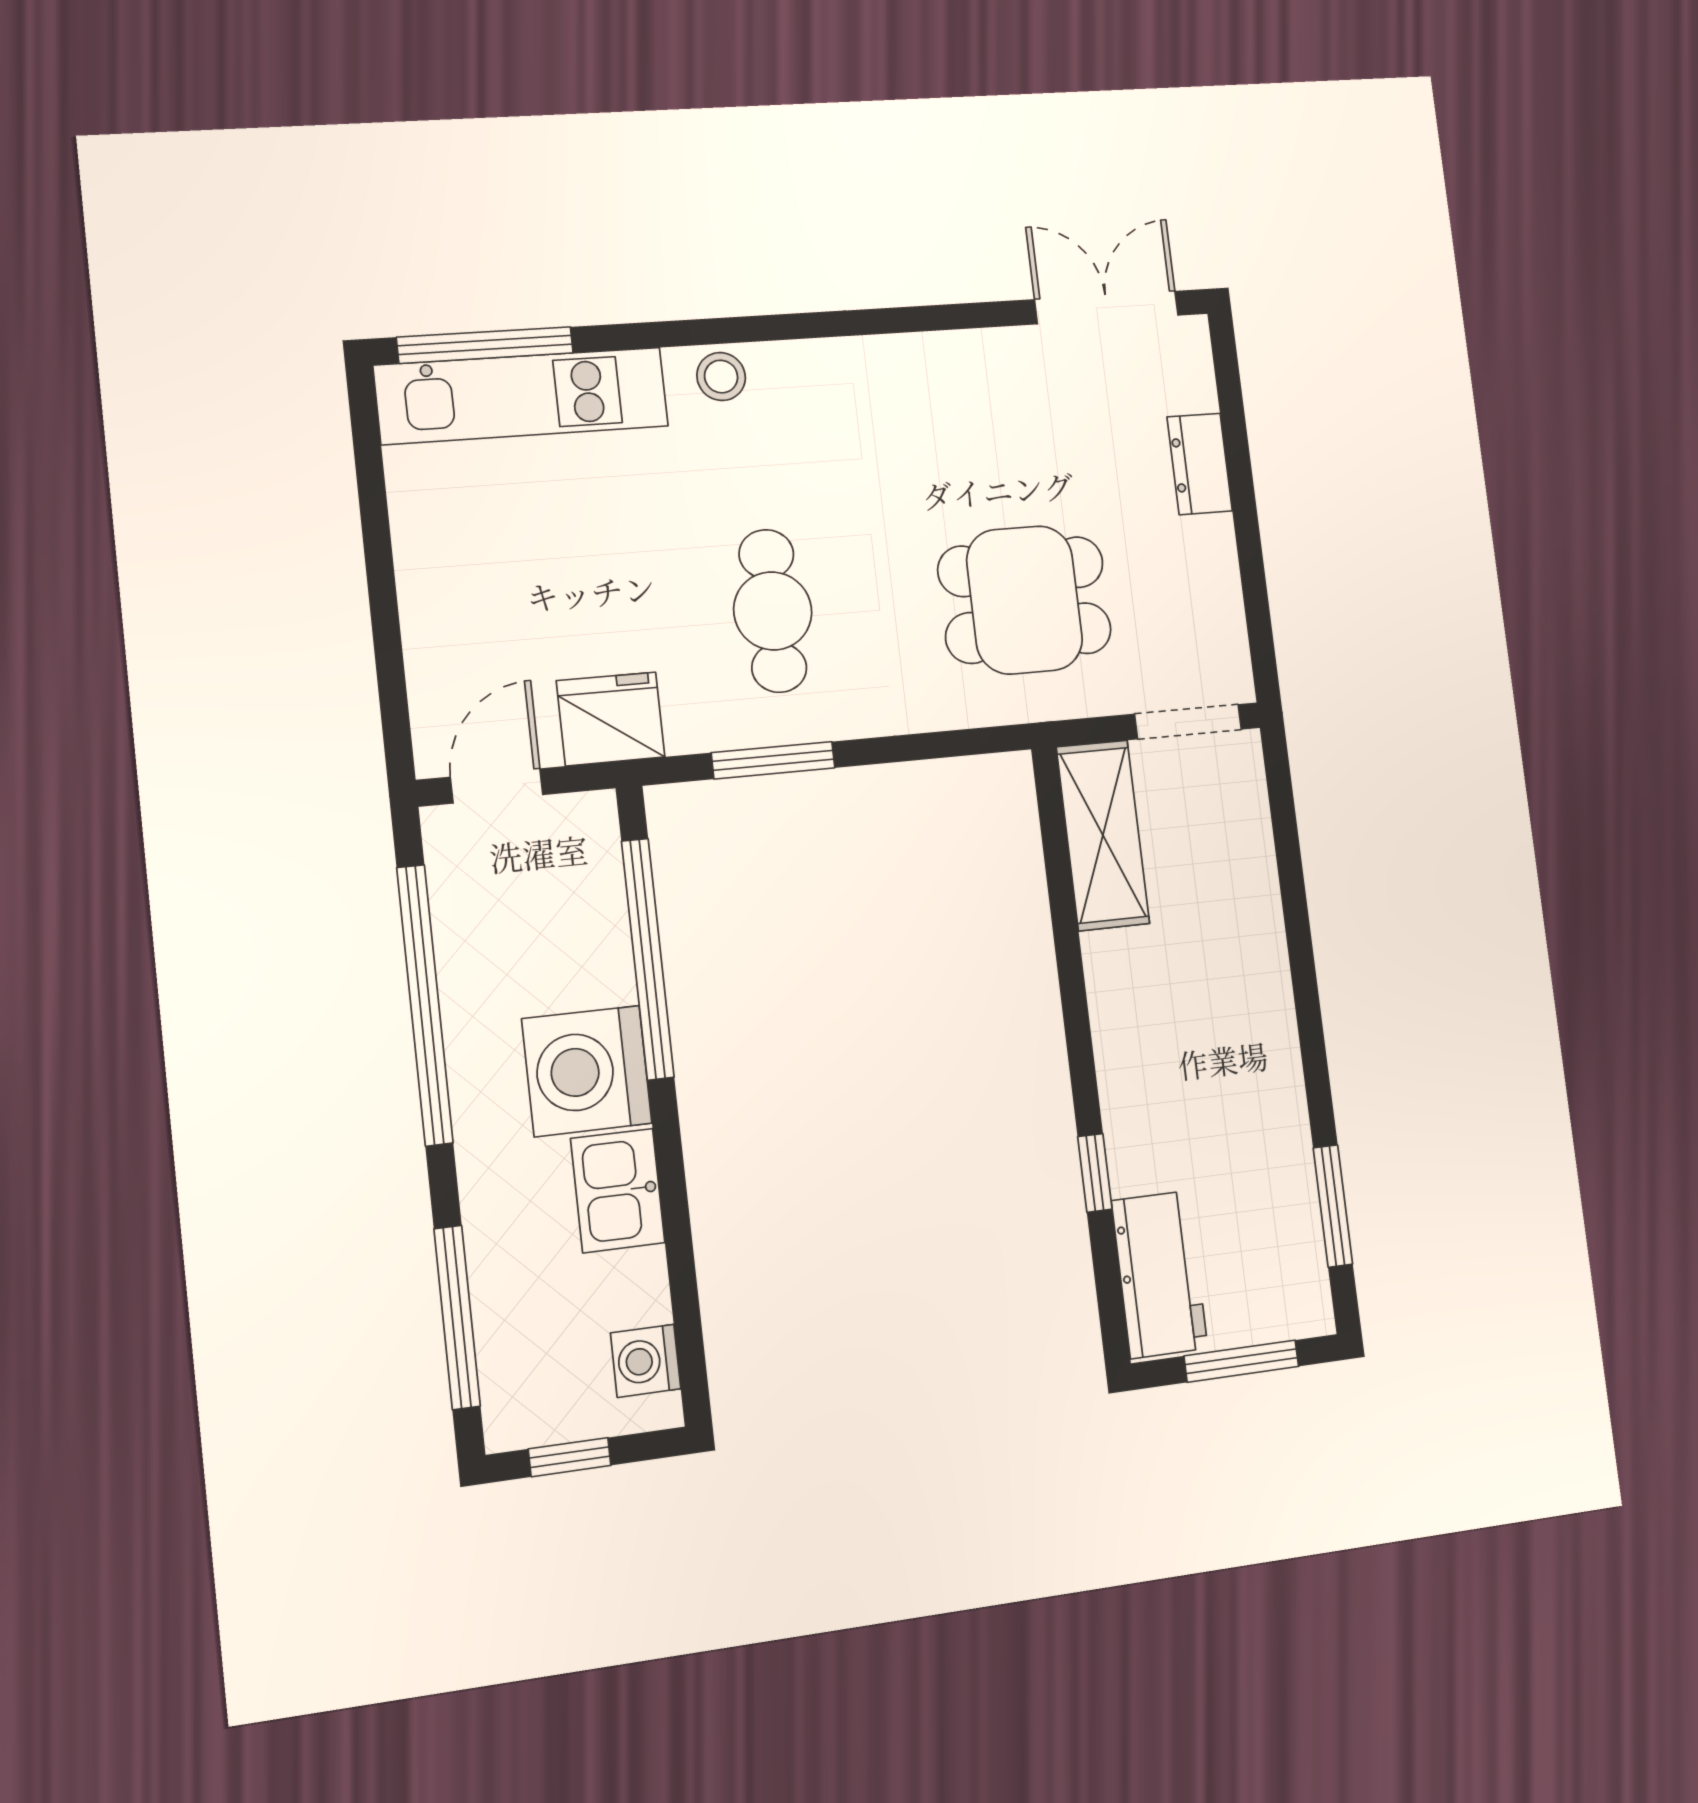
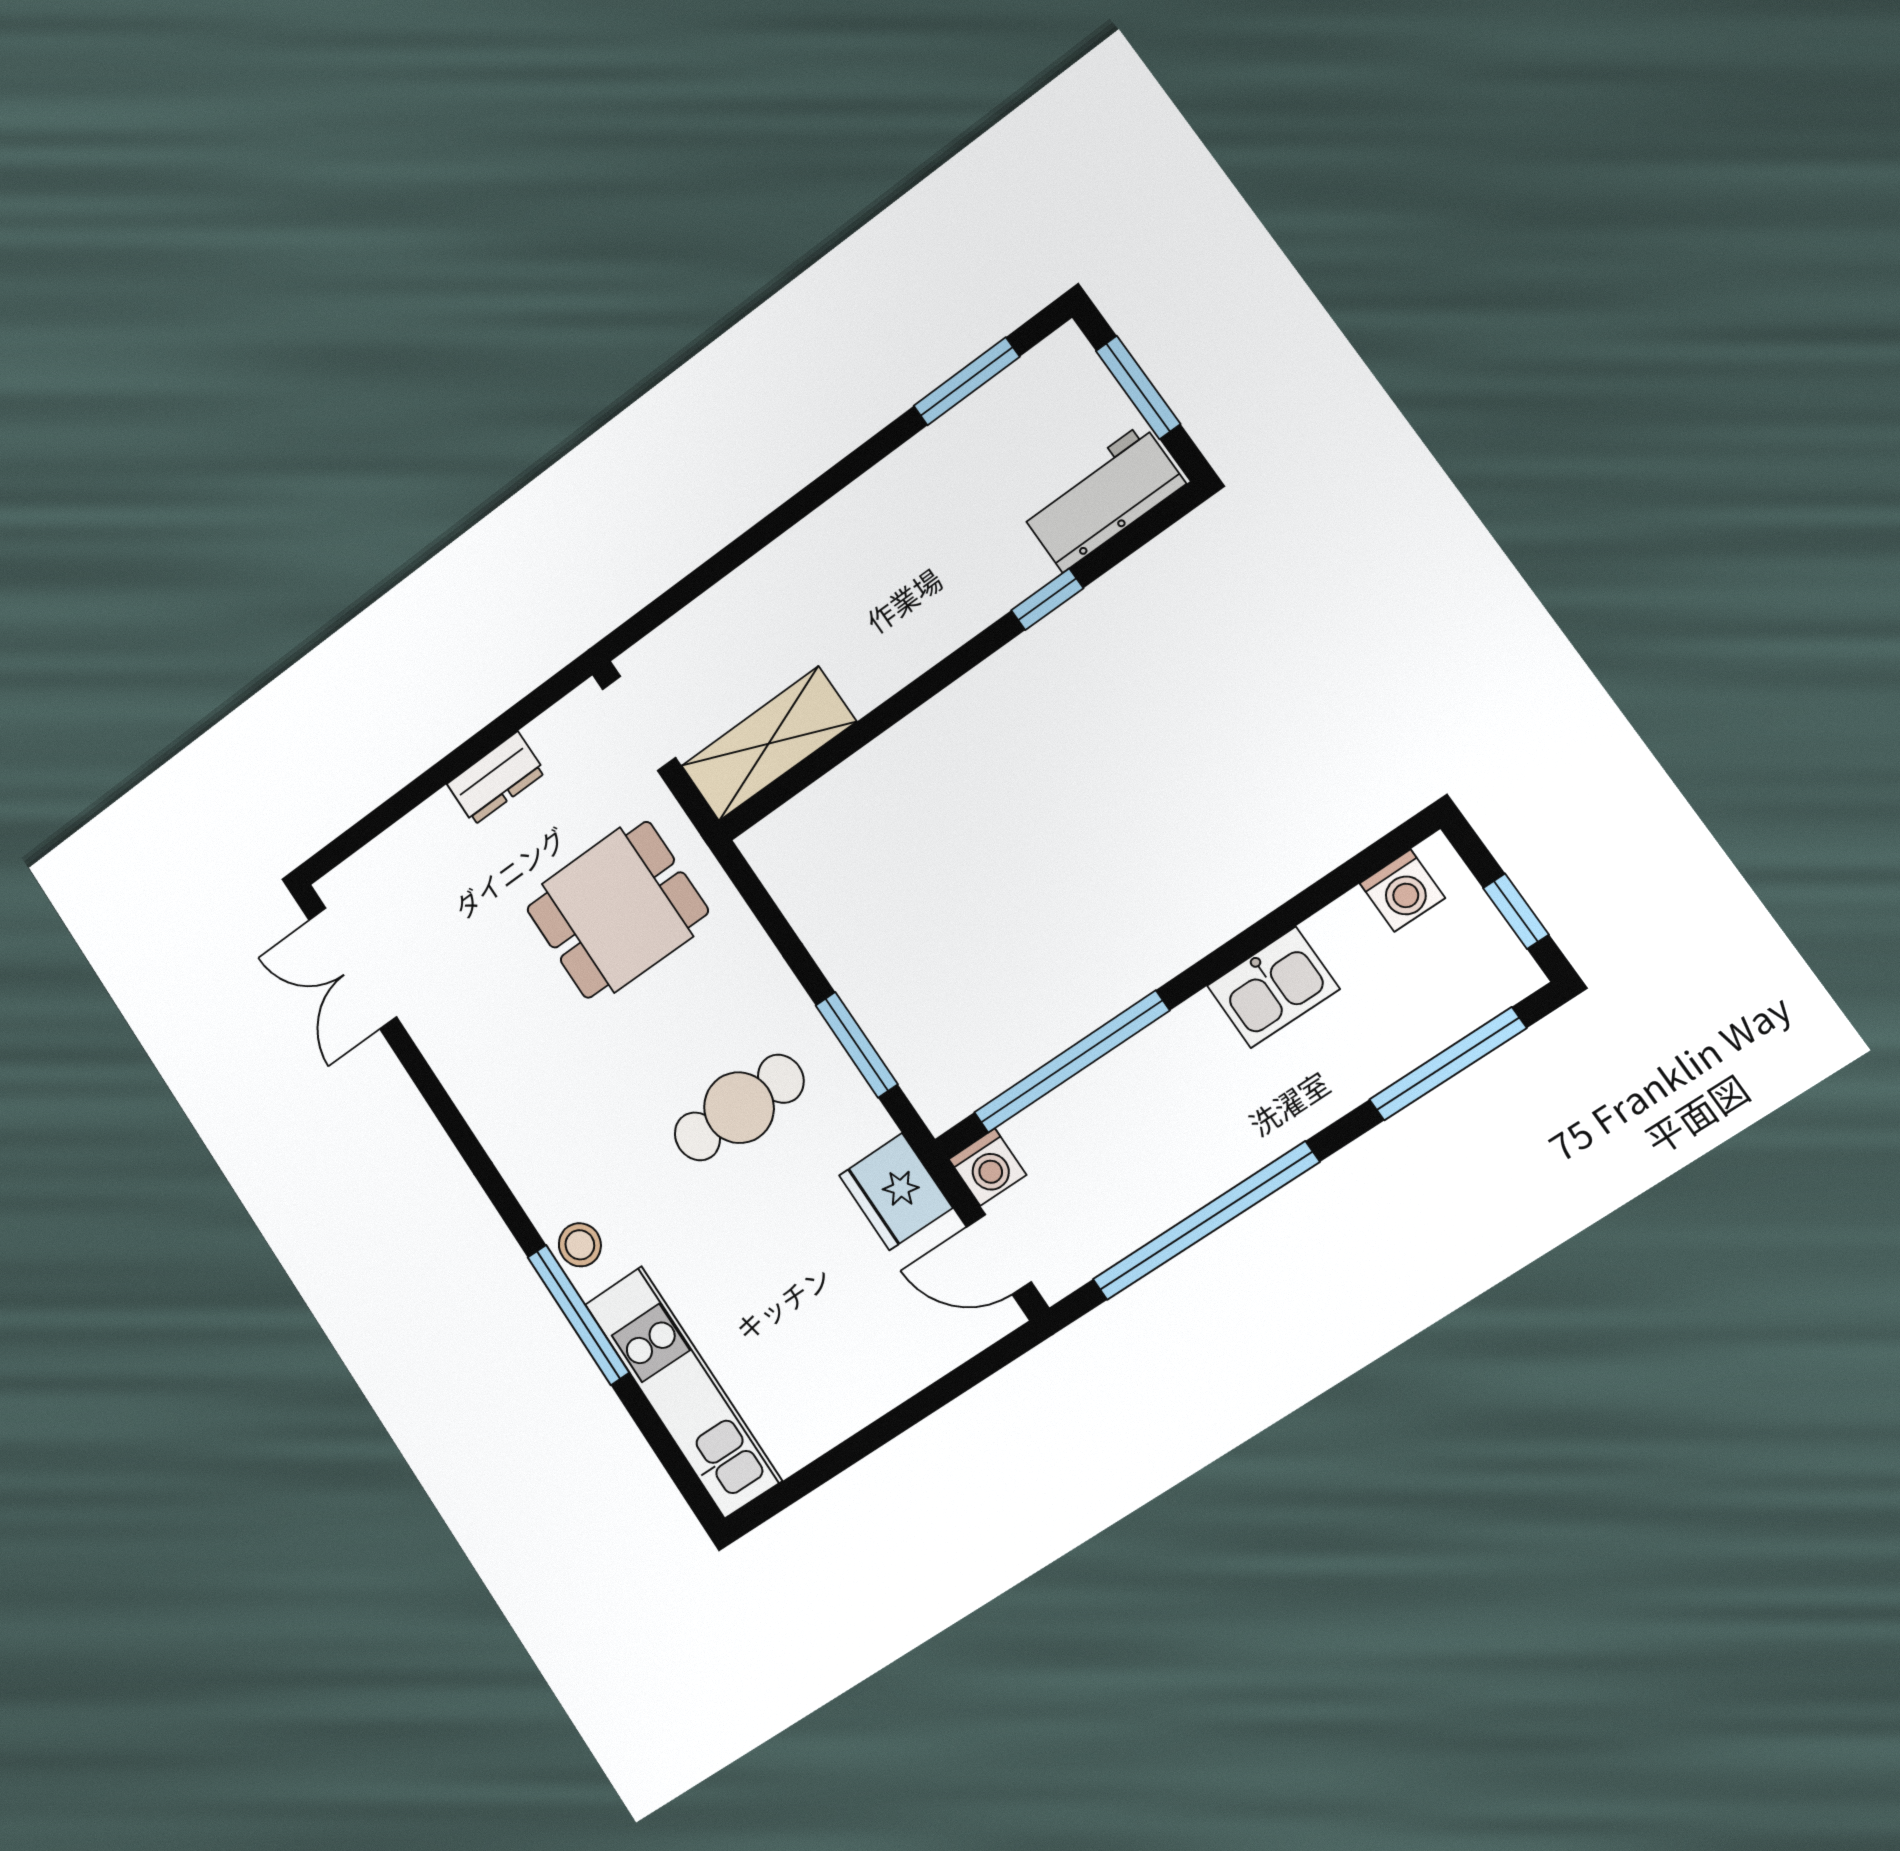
window: (485, 345) -> (578, 1315), moved
dresser: (1200, 464) -> (496, 778), moved
dining table: (1025, 600) -> (617, 910), turned 90
washing machine: (587, 1071) -> (988, 1167), moved, width x0.53, depth x0.53

